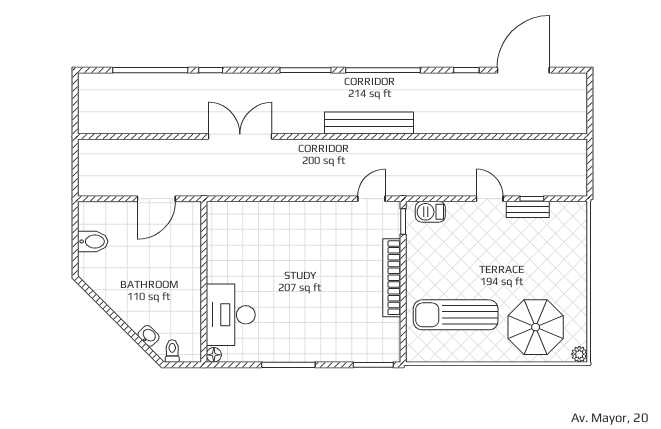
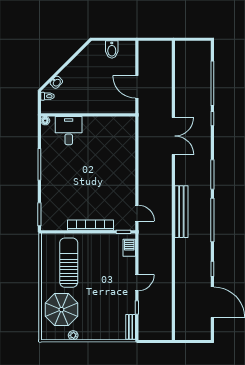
bench: (528, 209) -> (131, 327), moved
desk: (231, 315) -> (69, 131), width x0.73
plant: (579, 354) -> (73, 335), moved

